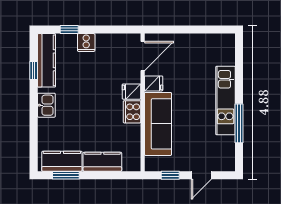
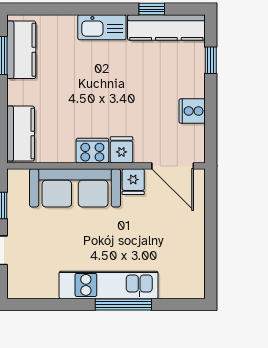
cooker: (86, 42) -> (192, 111), moved
kitchen sink: (46, 105) -> (102, 27), width x1.38
window: (239, 123) -> (123, 305), moved
kitchen counter: (102, 162) -> (21, 134), moved

